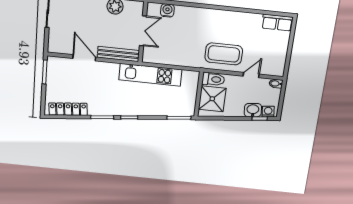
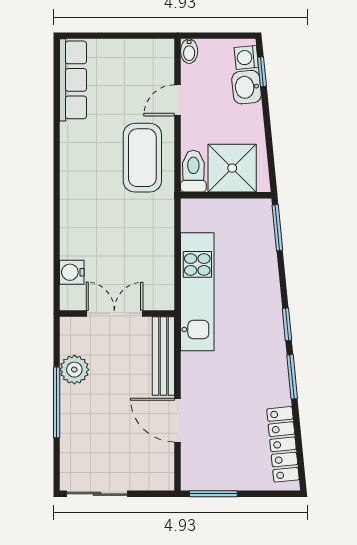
row of seats: (277, 23) -> (73, 80), width x1.48
door: (84, 58) -> (178, 420), hinge flipped
door: (251, 75) -> (178, 100), hinge flipped

